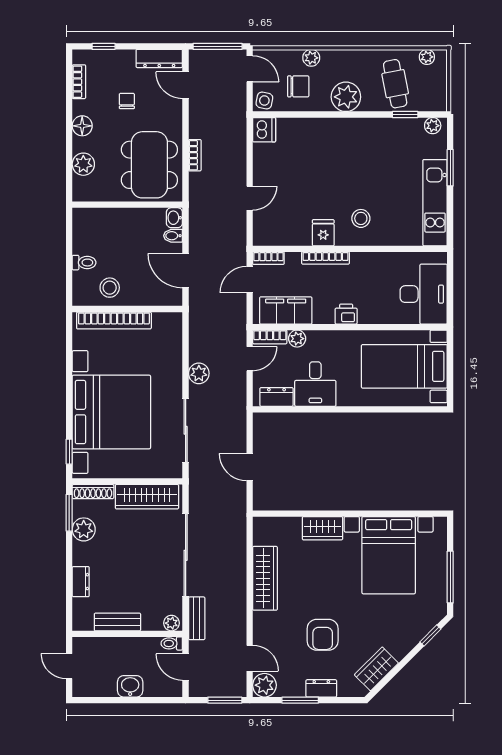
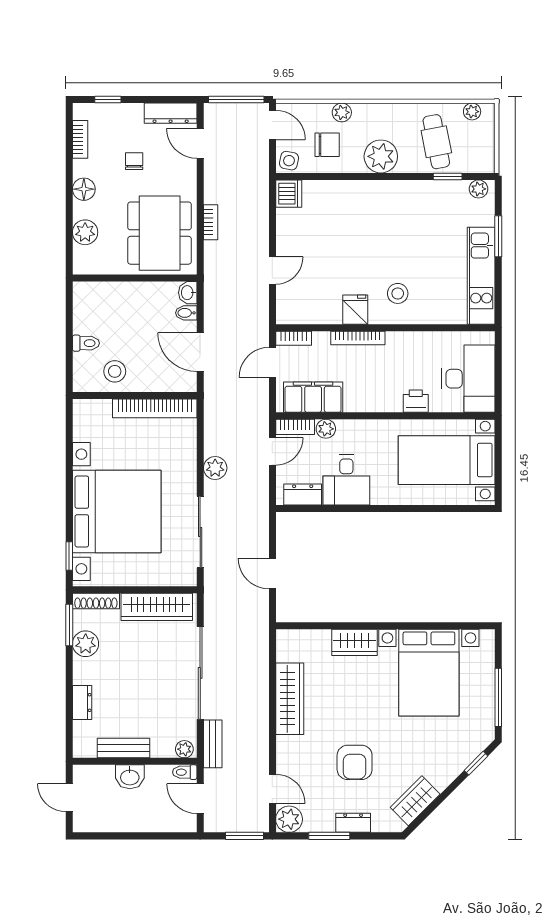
printer: (346, 314) -> (416, 401), moved
bookcase: (114, 321) -> (155, 408), moved
washbasin: (130, 686) -> (130, 777), moved, turned 180

